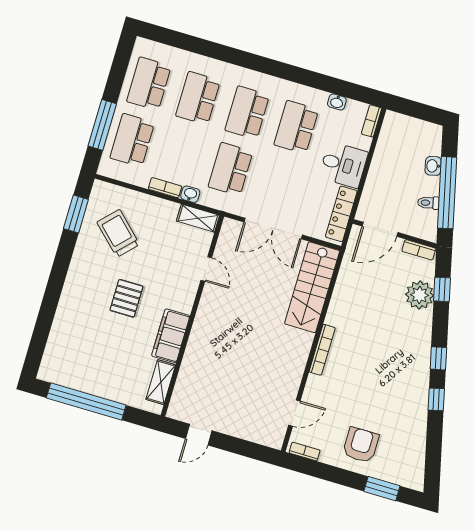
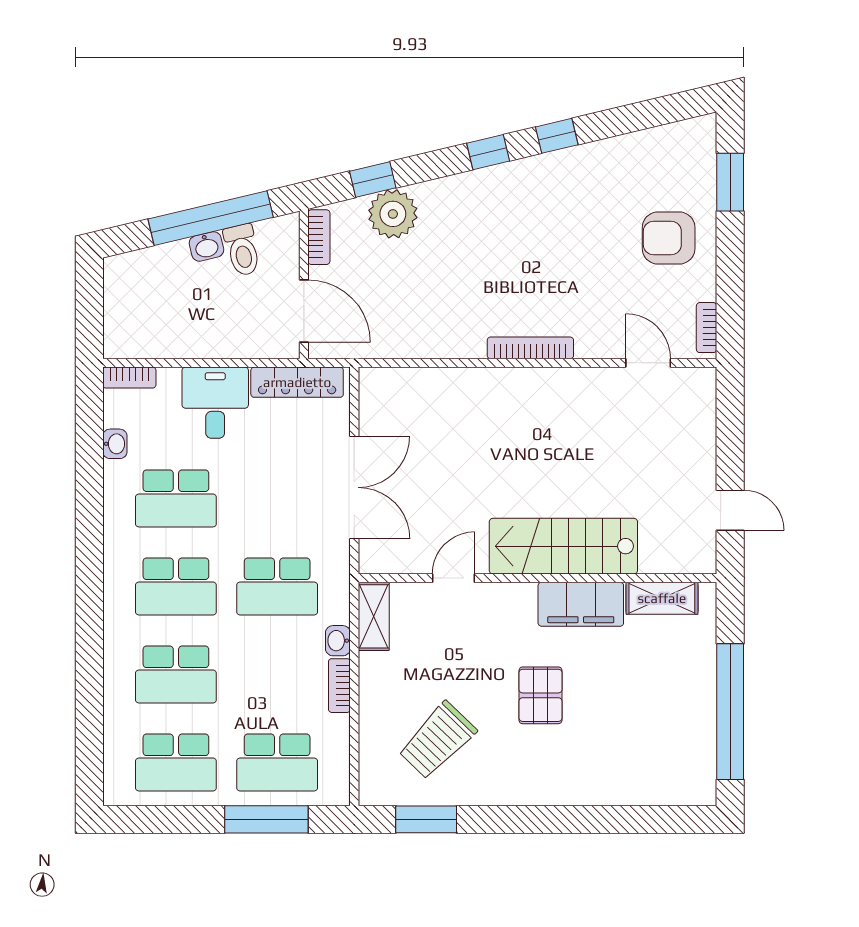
washbasin: (433, 166) -> (206, 246), moved
toilet: (428, 203) -> (242, 250), width x1.37, depth x1.39
stairs: (312, 287) -> (563, 546), moved, turned 180
pallet: (126, 298) -> (540, 695), turned 90

